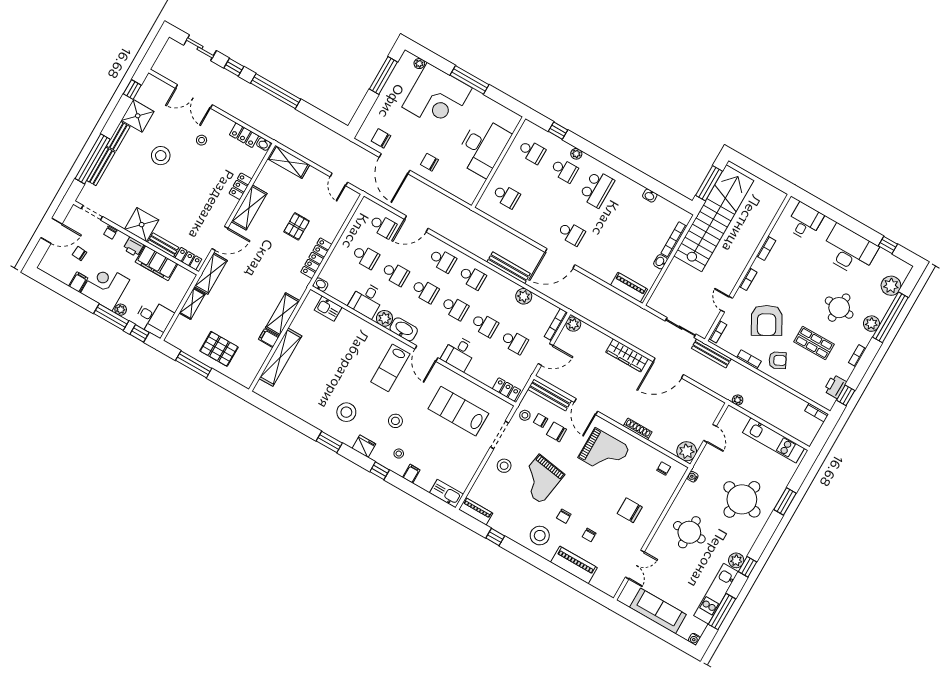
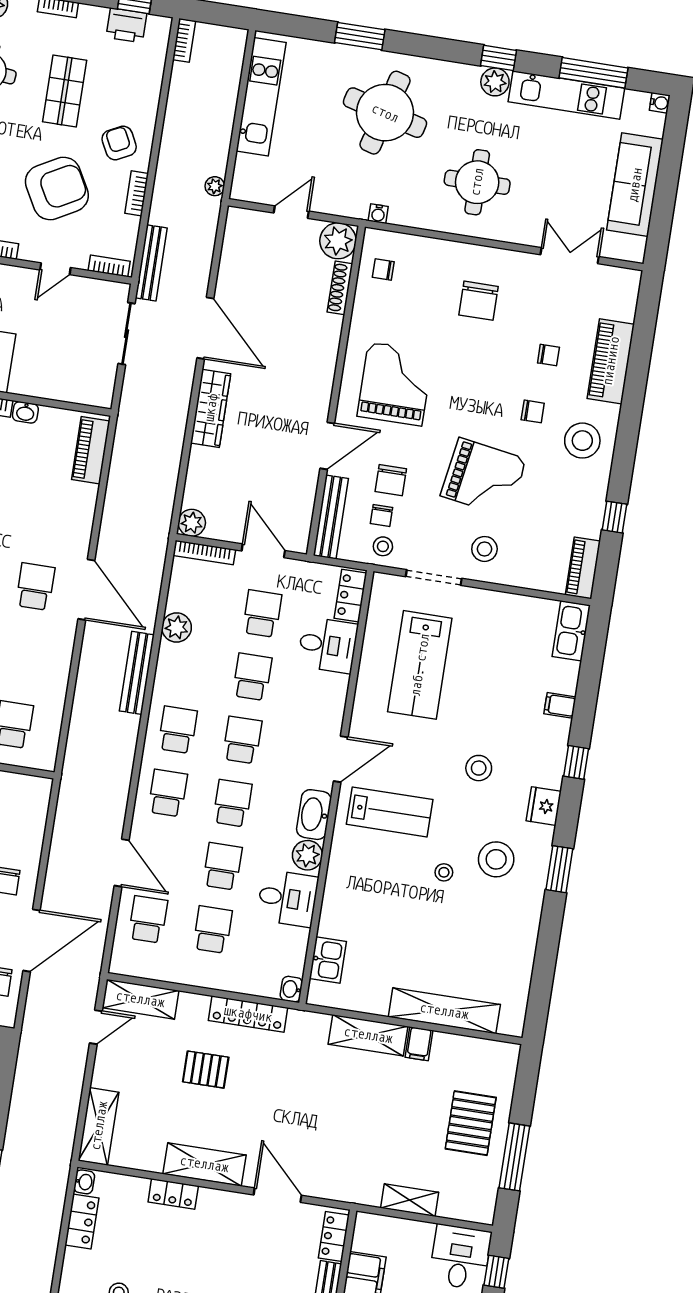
shelving: (211, 273) -> (140, 999), moved
desk: (459, 353) -> (328, 645), moved
shoe rack: (638, 429) -> (340, 288), moved
stool: (399, 454) -> (444, 872), moved

